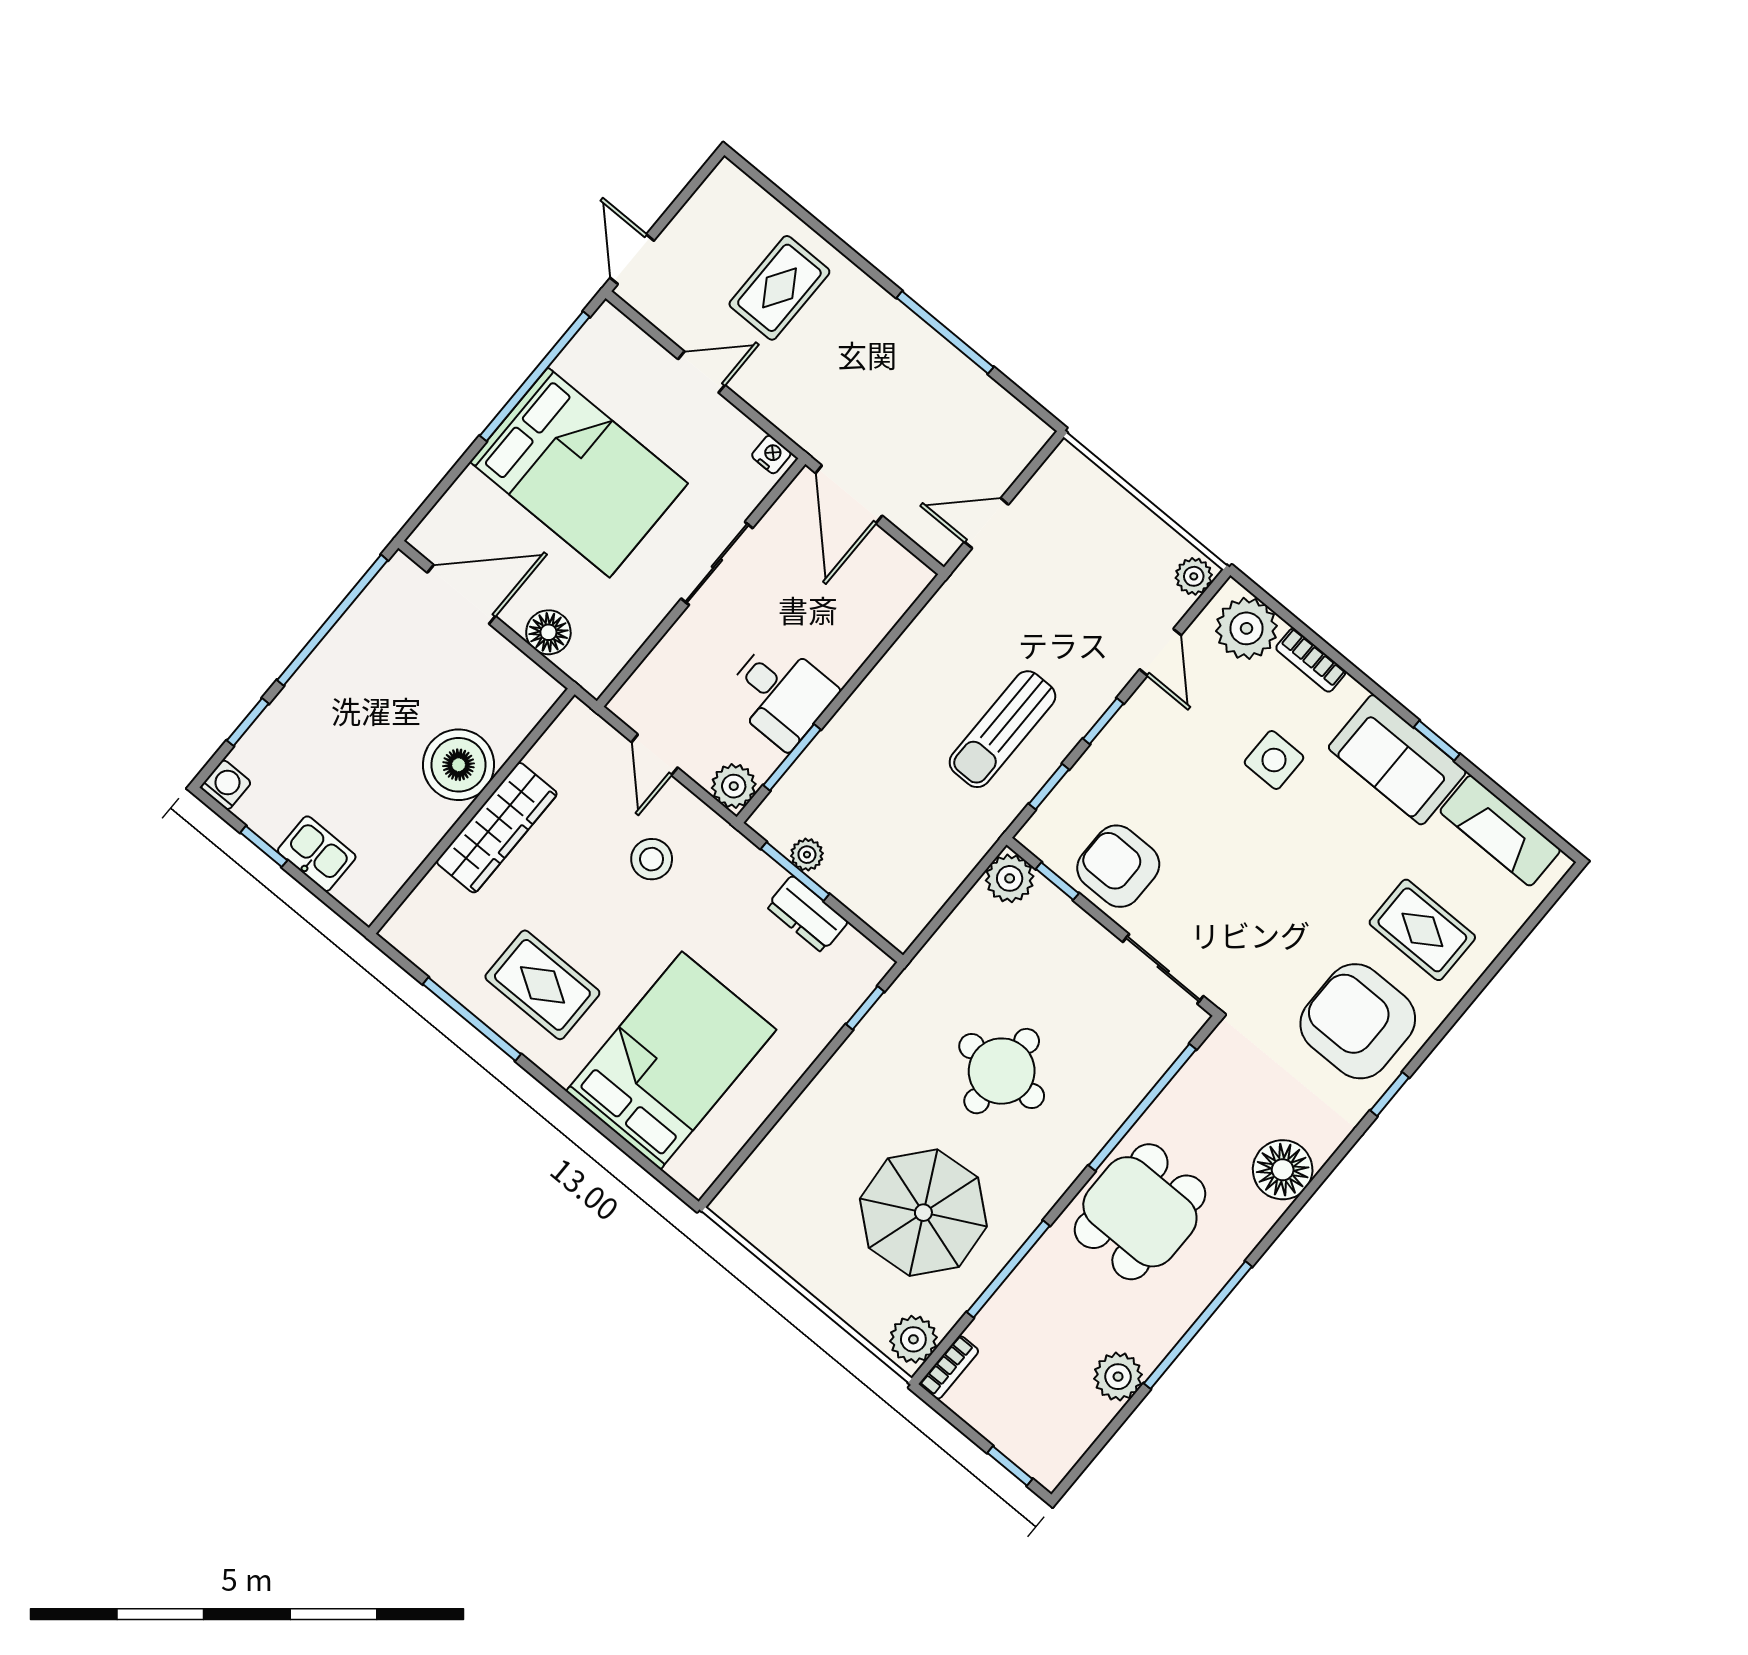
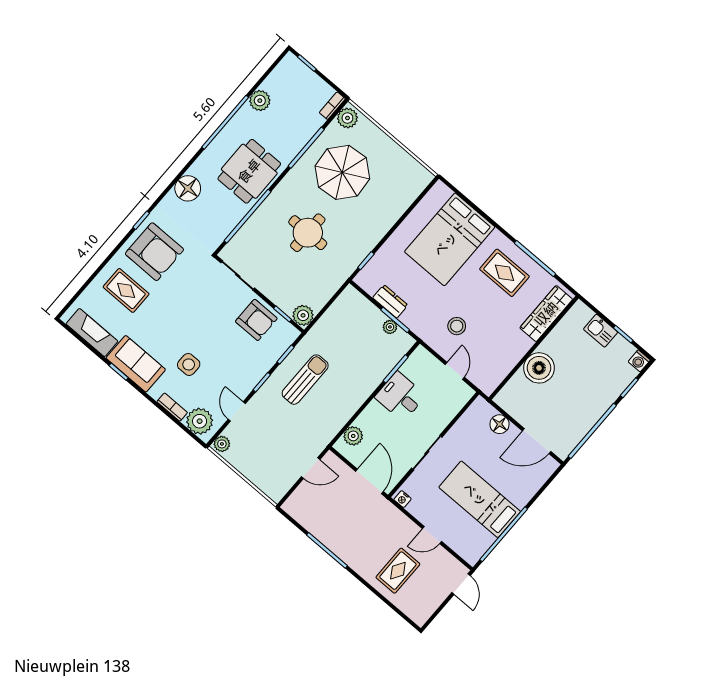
bed: (579, 473) -> (480, 499), width x0.67
plant: (734, 786) -> (353, 436), moved
wardrobe: (497, 828) -> (546, 314), moved

